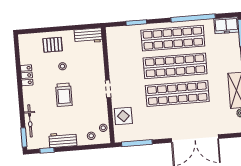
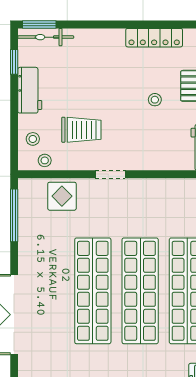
locker: (27, 75) -> (154, 38), width x1.53
trolley: (64, 95) -> (81, 130), moved, turned 180
bicycle: (30, 121) -> (46, 37), moved

